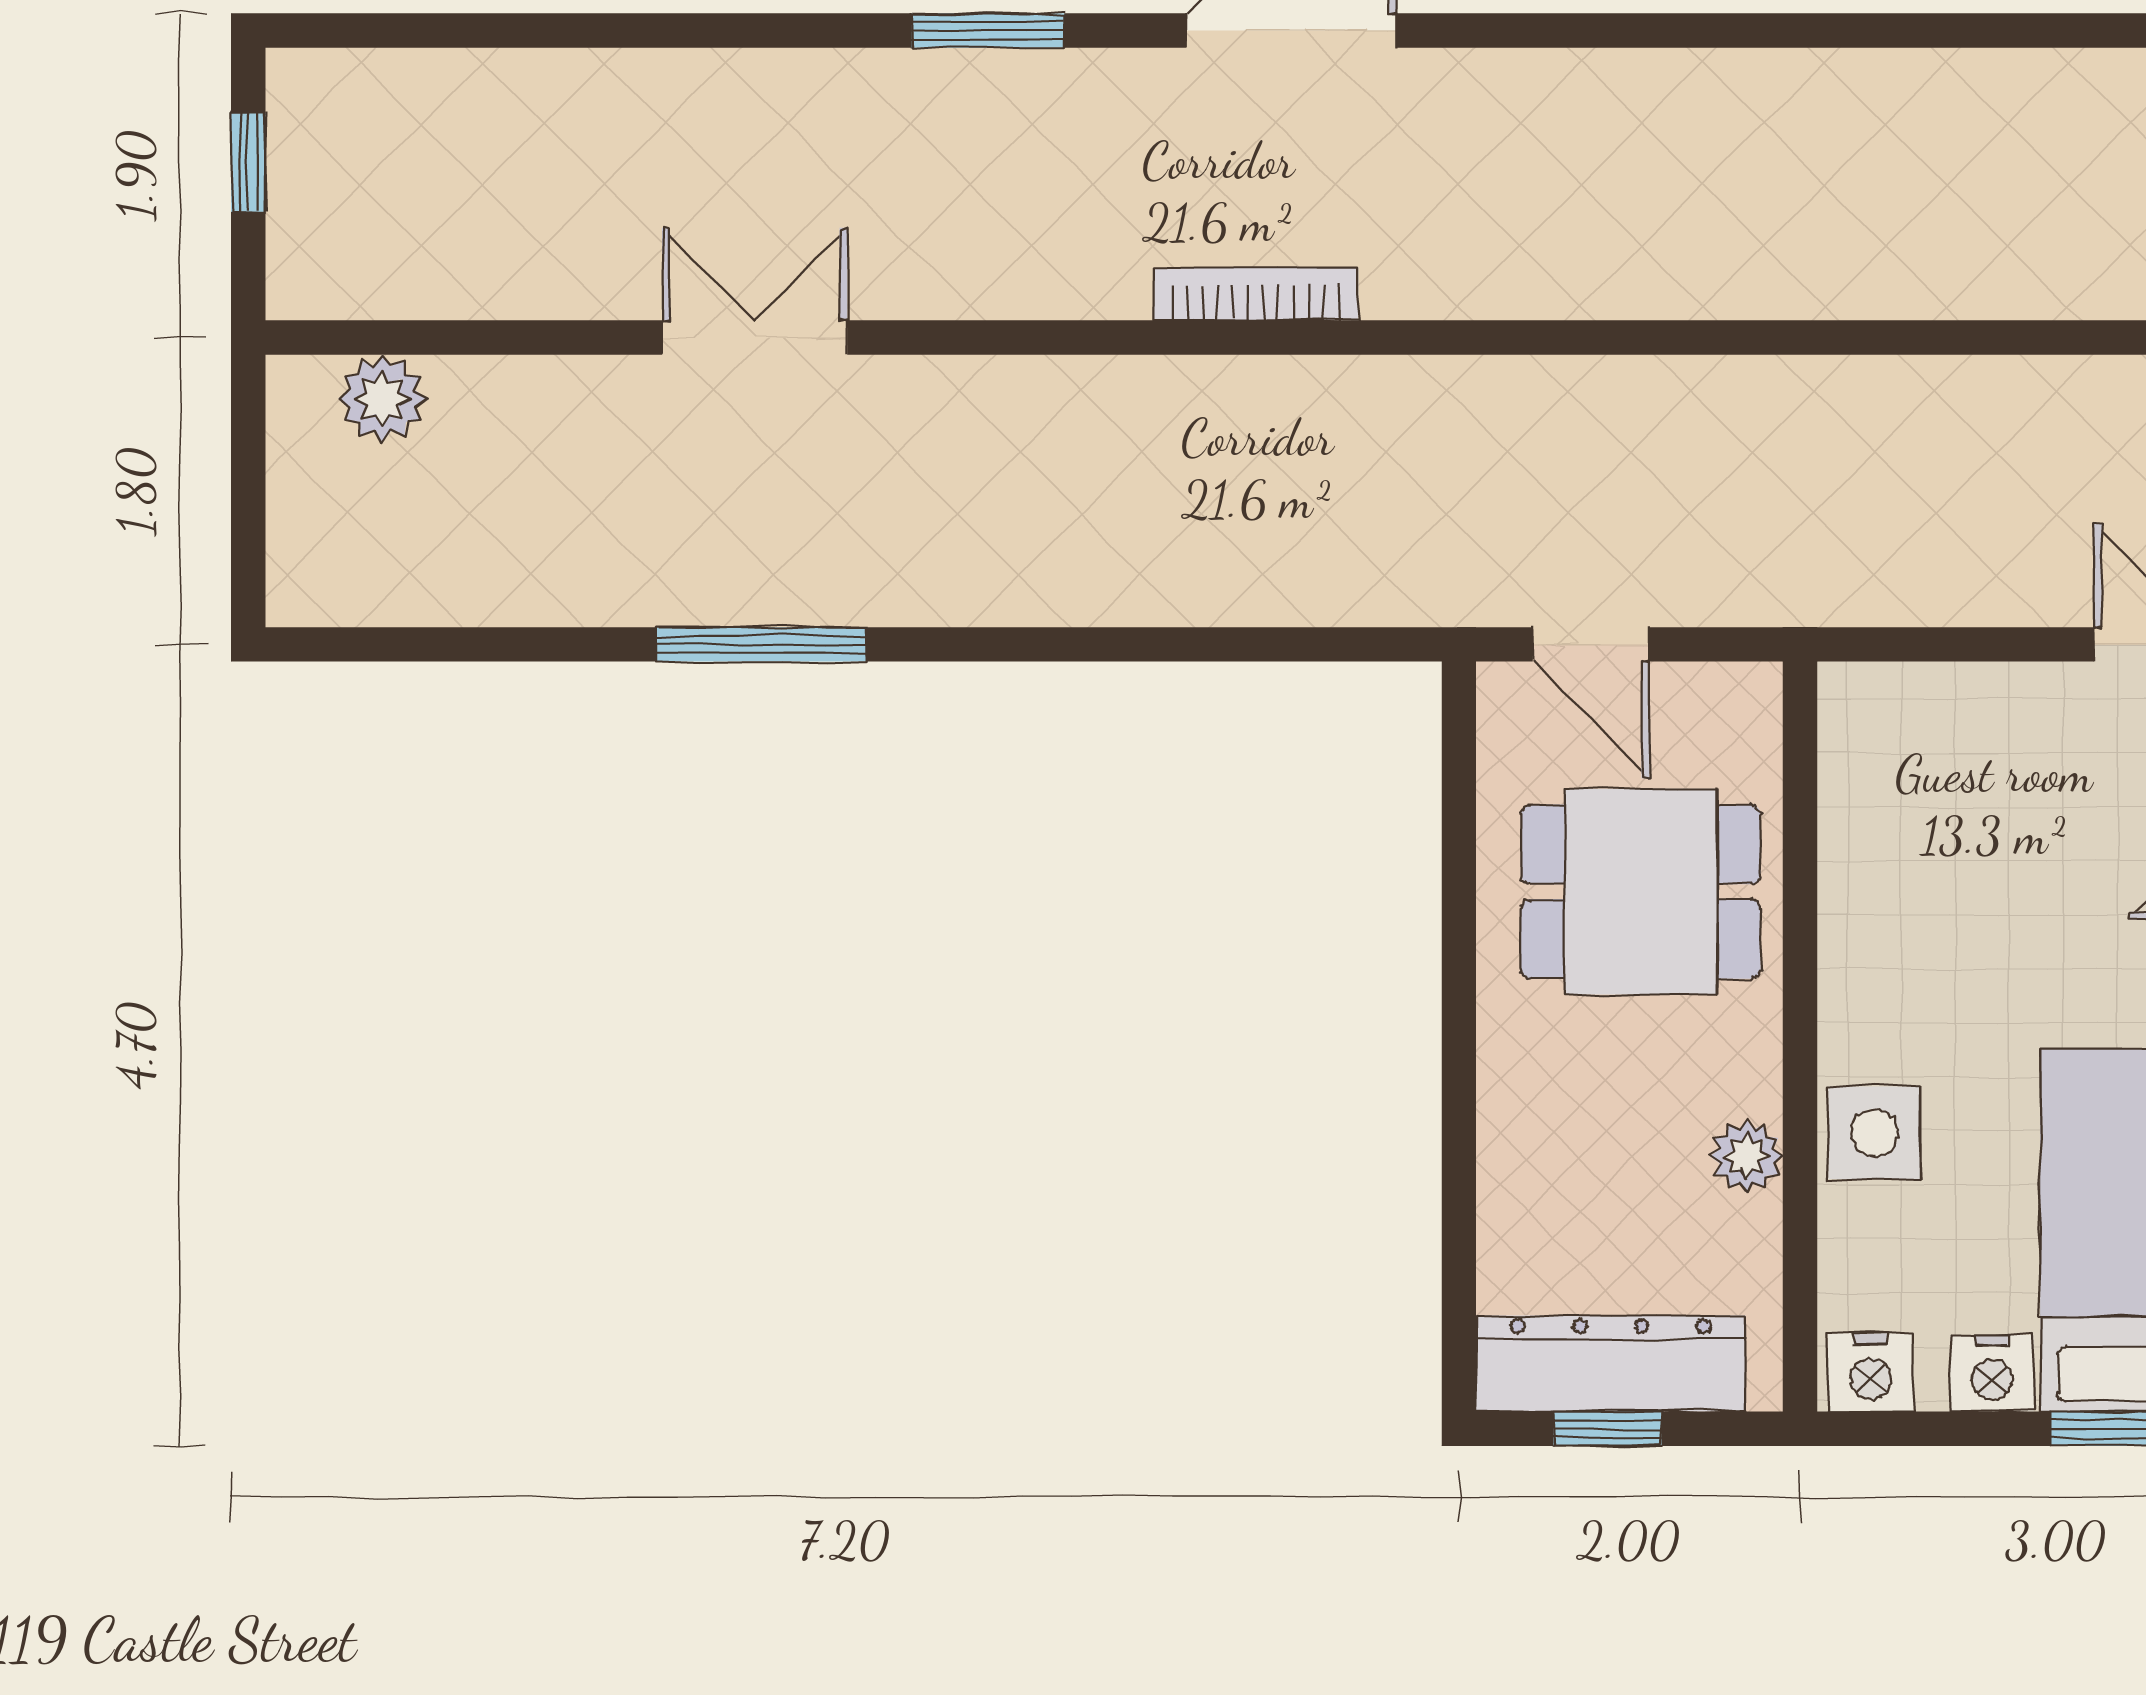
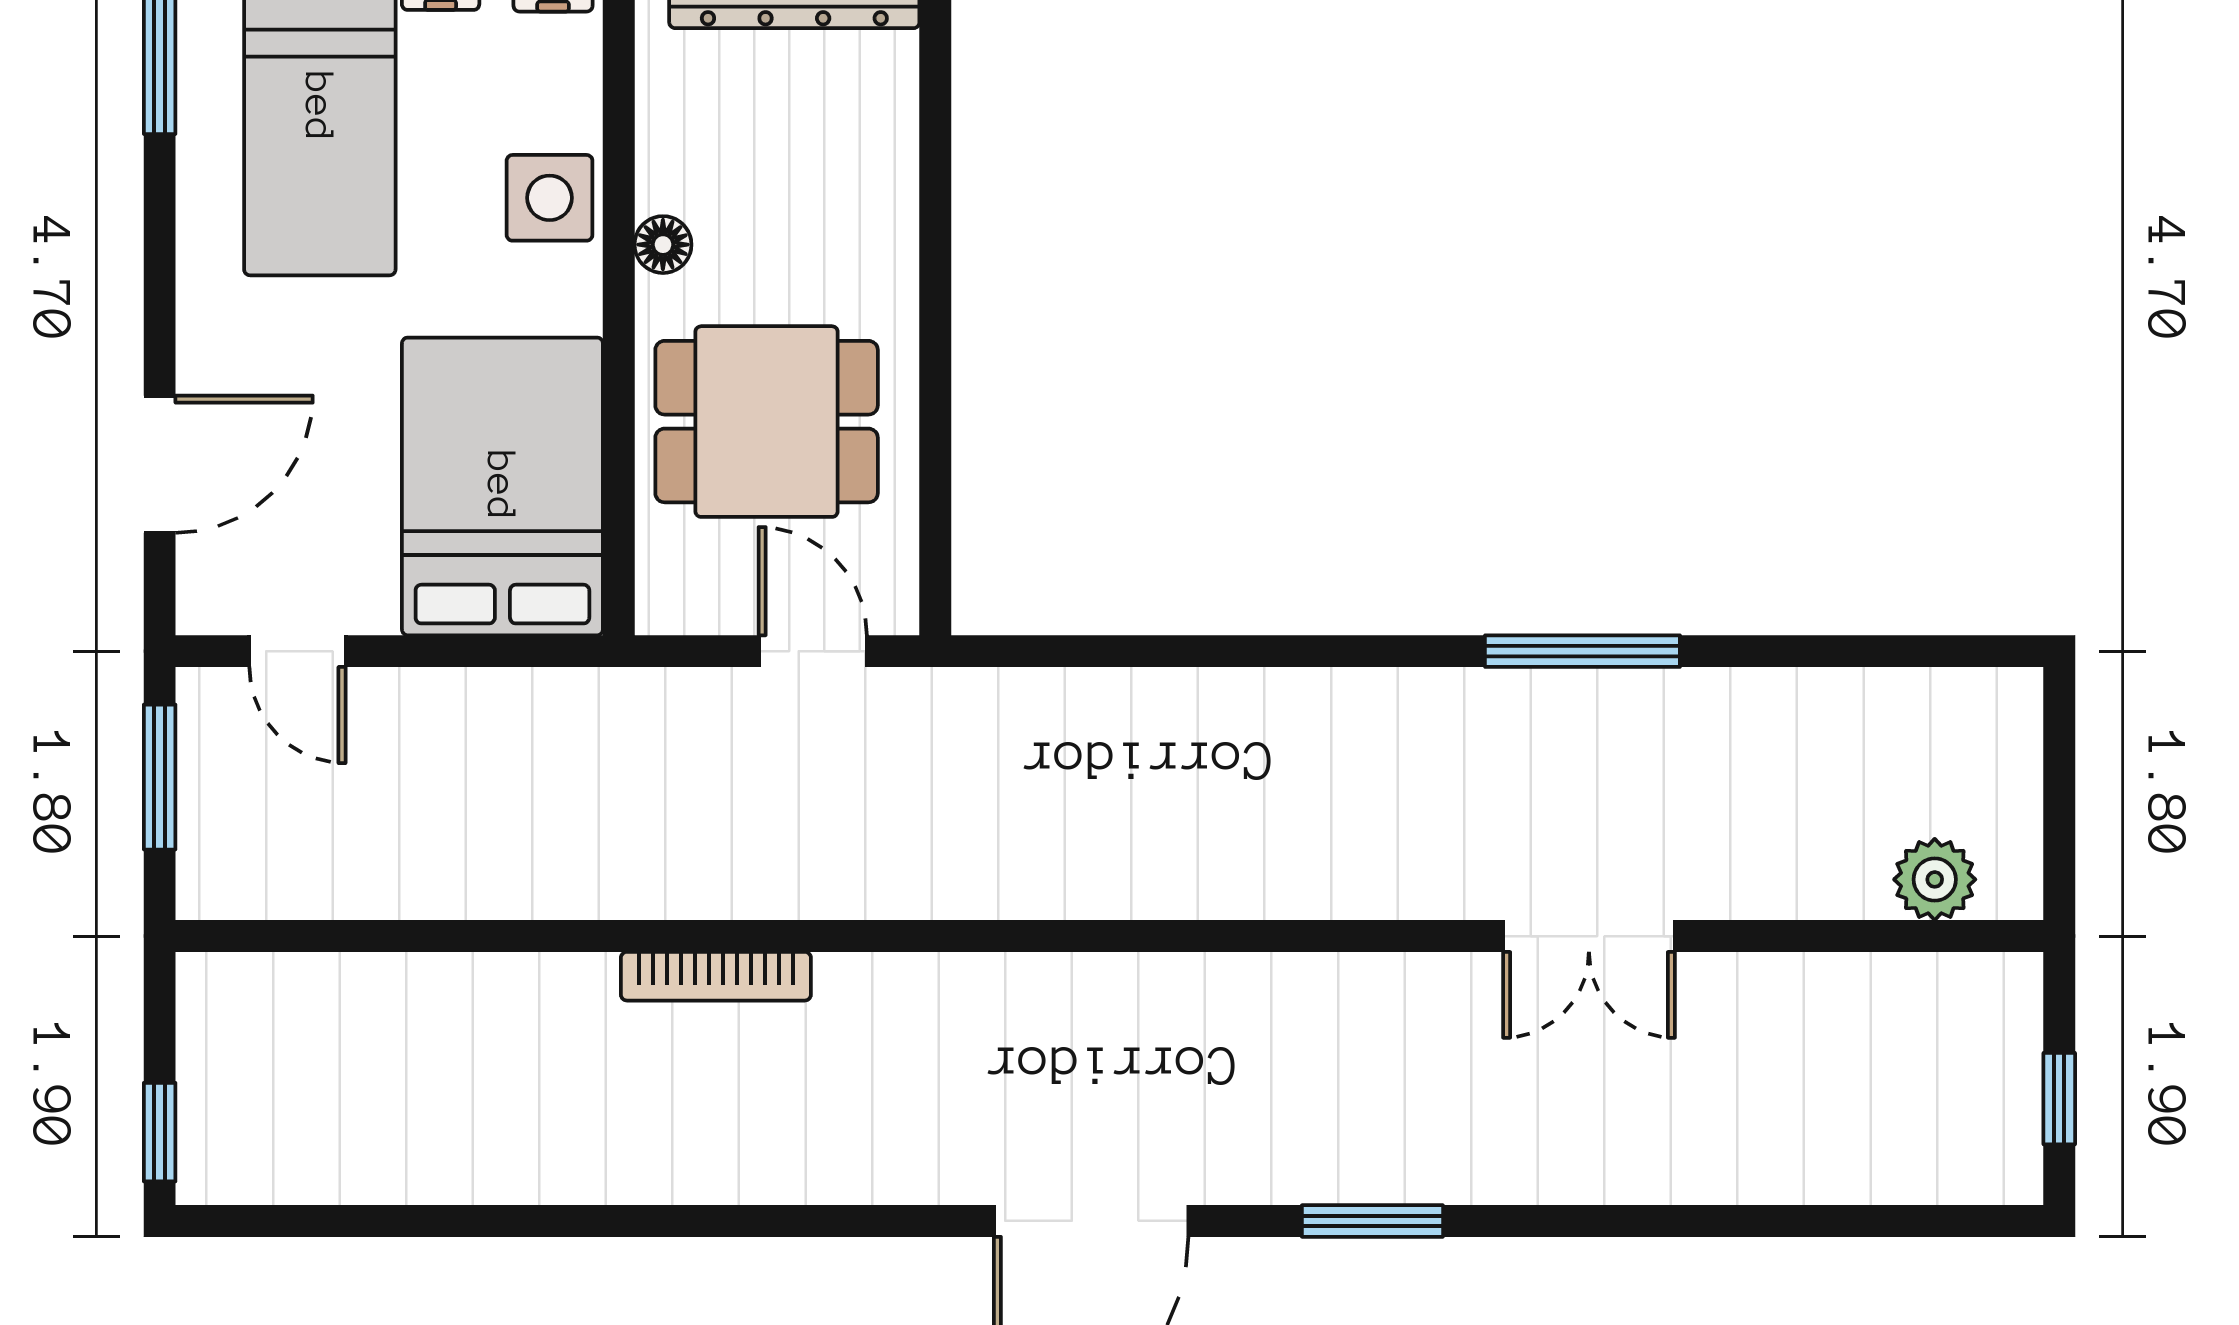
bookcase: (1256, 294) -> (716, 976), moved
bed: (1925, 822) -> (502, 486), added
floor lamp: (1752, 1082) -> (663, 245), added
plant: (1747, 1156) -> (668, 176), removed

